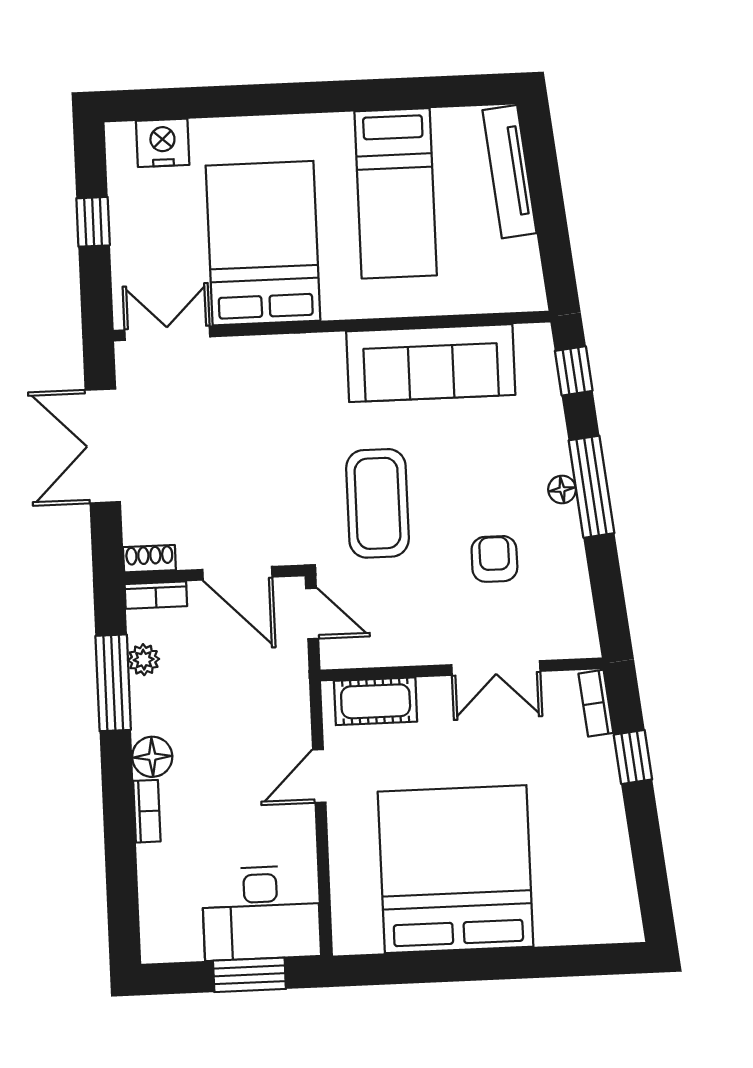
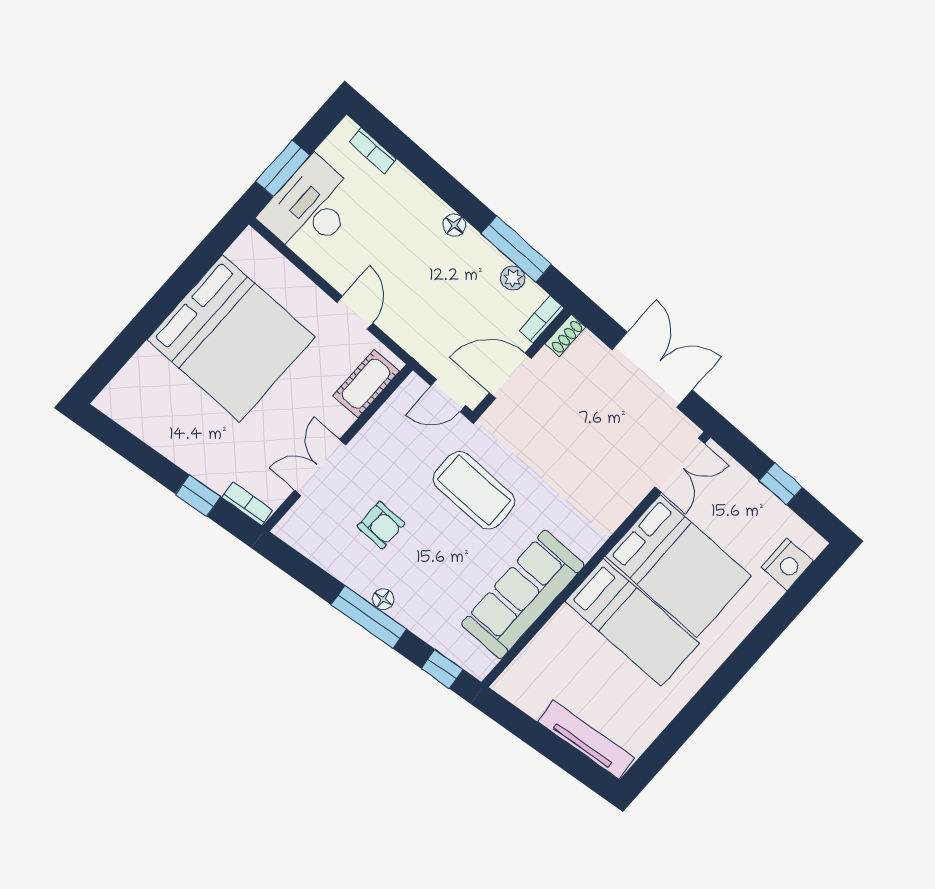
bed: (396, 193) -> (632, 622), moved, turned 180
floor lamp: (152, 757) -> (454, 225), width x0.73, depth x0.73
bookcase: (147, 811) -> (373, 150), moved

